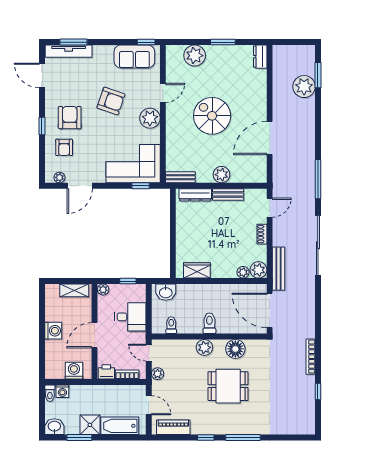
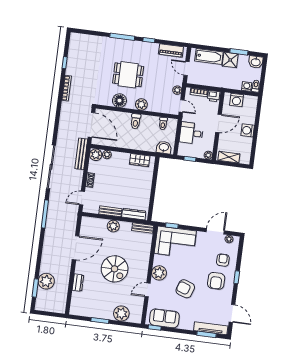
dresser: (260, 57) -> (78, 283), moved

